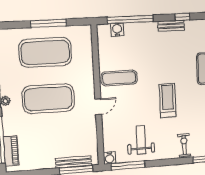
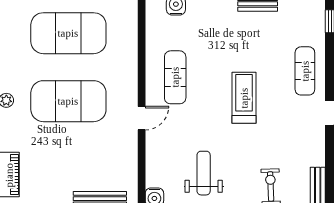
exercise mat: (119, 78) -> (175, 77), turned 90
treadmill: (168, 101) -> (244, 98), moved

